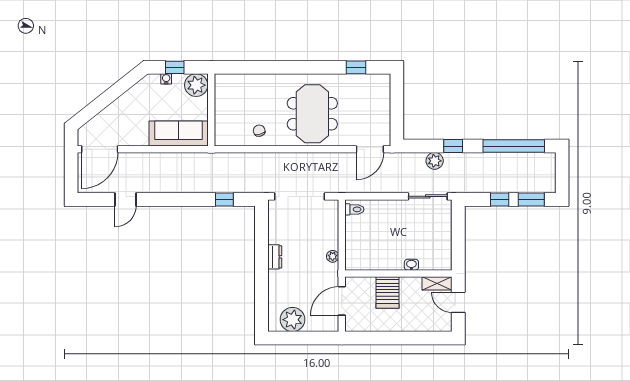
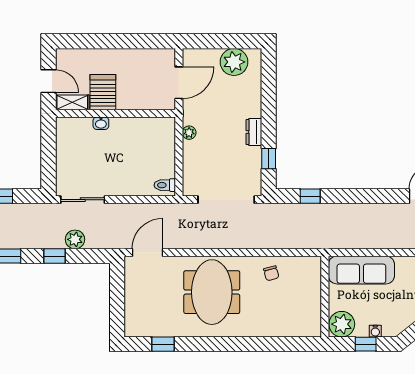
window: (262, 233) -> (269, 159), added
server rack: (388, 293) -> (103, 92), moved

